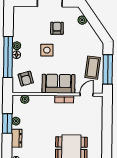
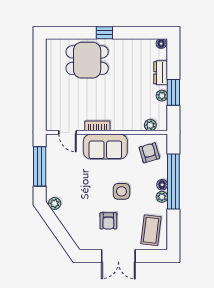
plant: (82, 20) -> (55, 203), moved
coffee table: (93, 68) -> (151, 230), moved
door: (87, 95) -> (67, 132), hinge flipped

